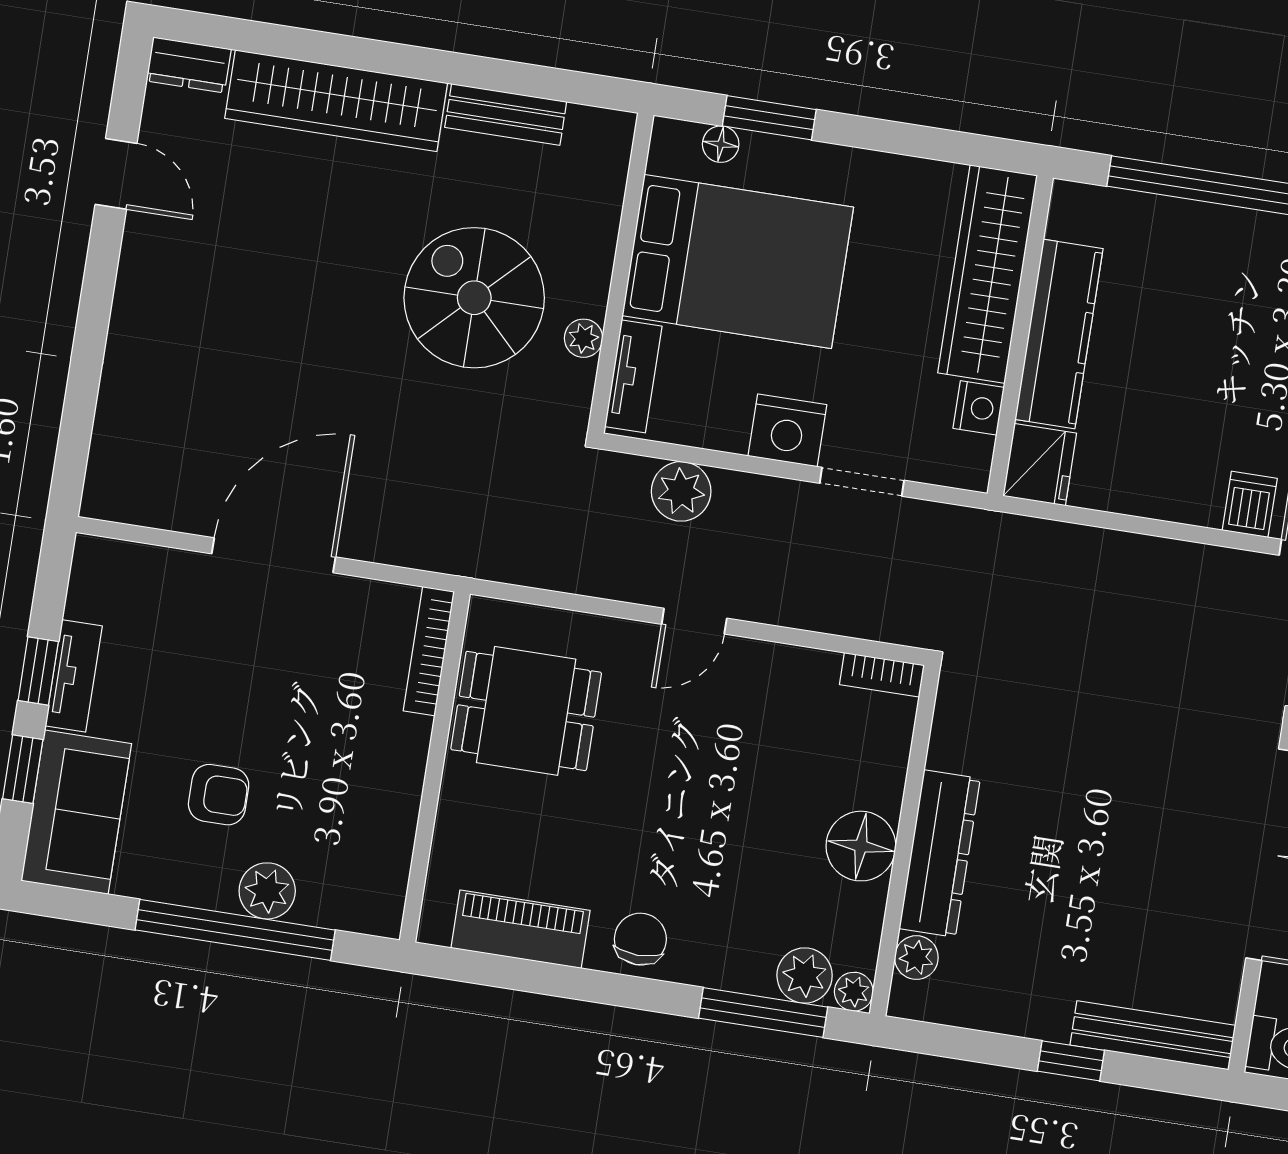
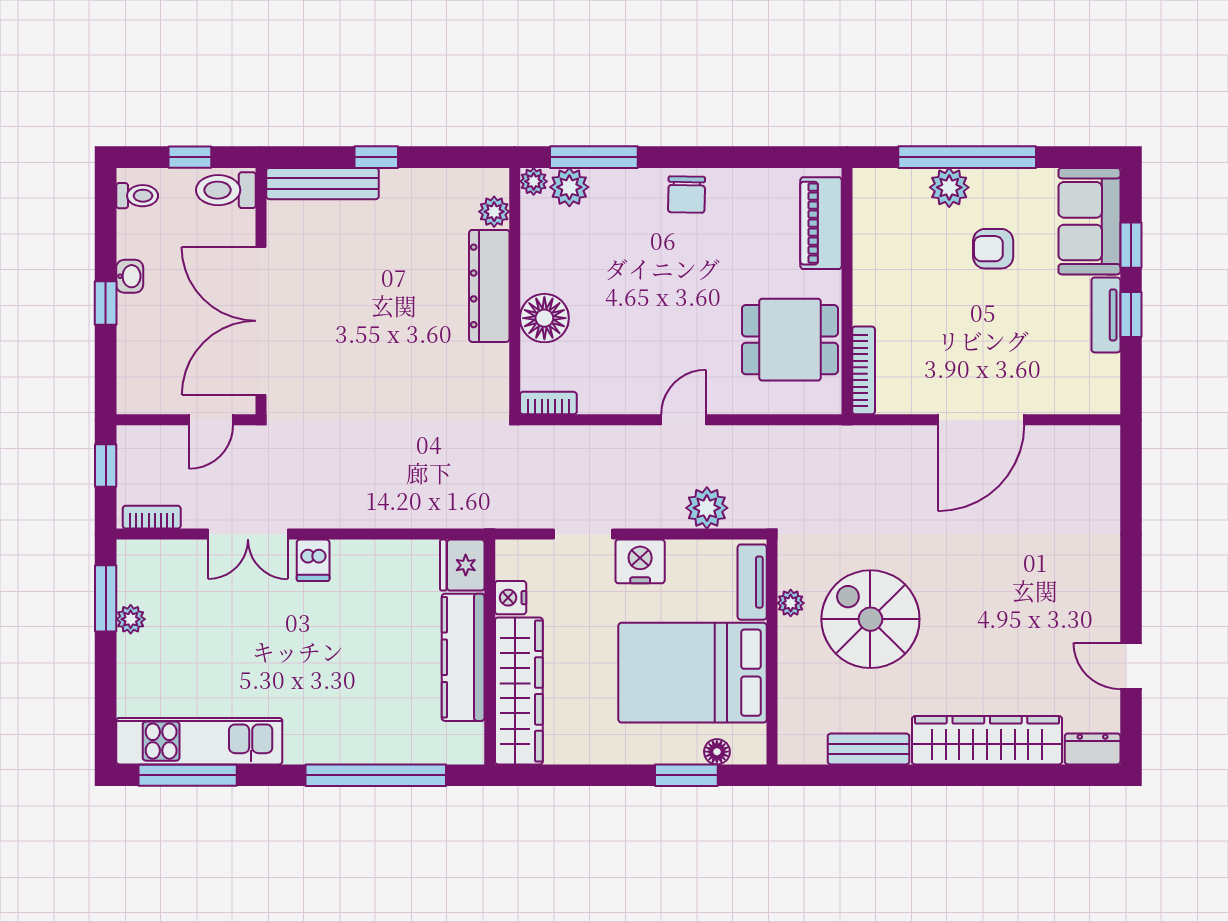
spiral stairs: (474, 298) -> (870, 619), turned 180
floor lamp: (861, 846) -> (544, 318), moved
piano: (520, 929) -> (821, 223), moved, turned 90

